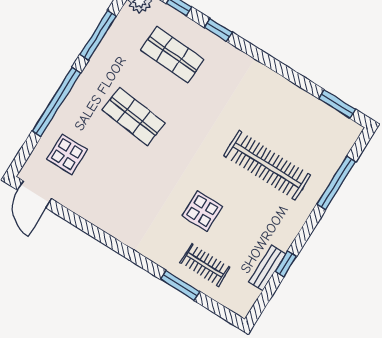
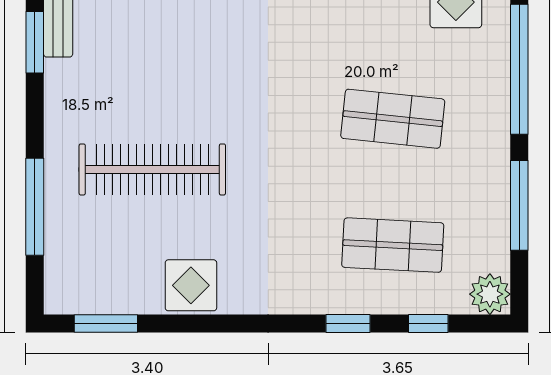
display table: (202, 211) -> (191, 285), moved
window: (286, 264) -> (35, 42), width x1.50

